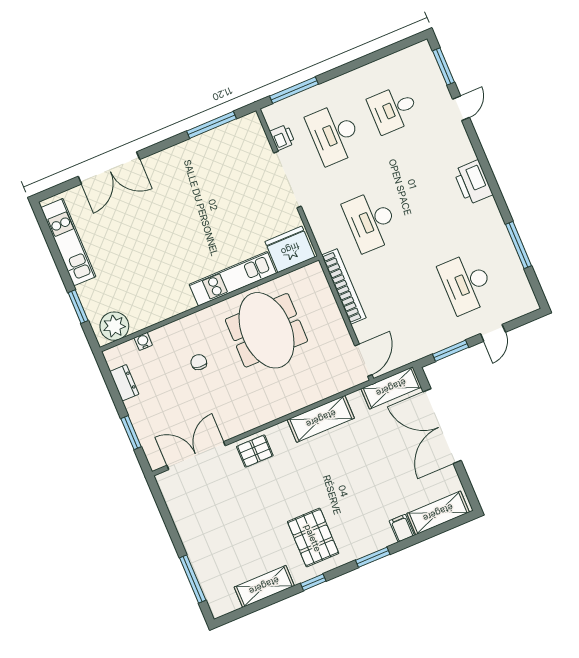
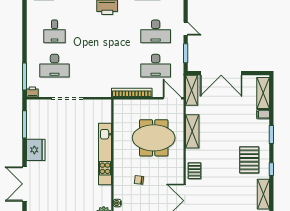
printer: (282, 137) -> (32, 92), moved
double door: (109, 168) -> (25, 184), swing flipped
desk: (371, 221) -> (156, 66), moved
fridge: (290, 249) -> (36, 150), moved, turned 180
kitchen unit: (233, 279) -> (105, 154), width x1.36
meeting table: (266, 330) -> (154, 138), moved
pallet: (313, 538) -> (249, 160), turned 90

